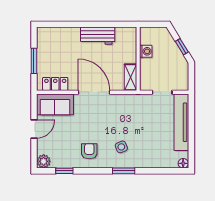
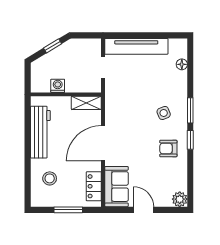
workbench: (98, 36) -> (40, 132), width x1.38
stool: (62, 44) -> (50, 178), added
floor lamp: (183, 163) -> (182, 64), moved
window: (64, 171) -> (190, 140), moved

